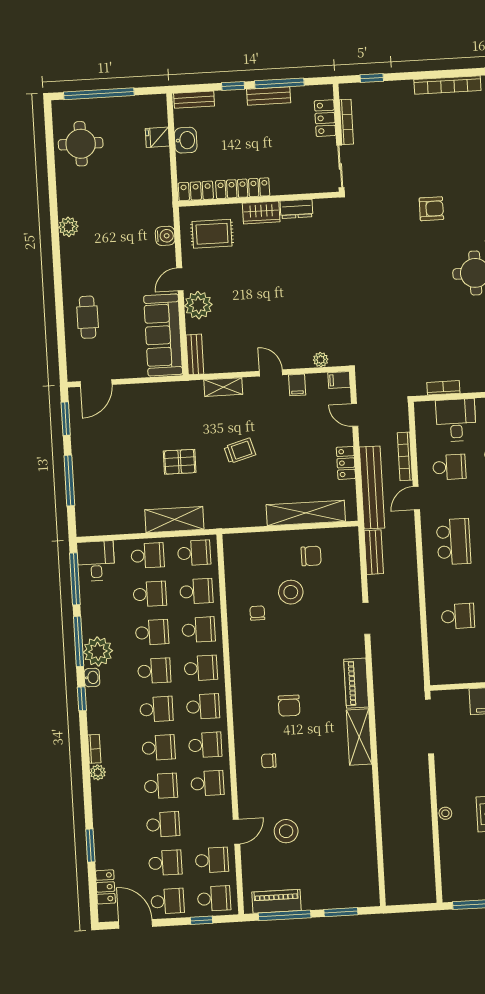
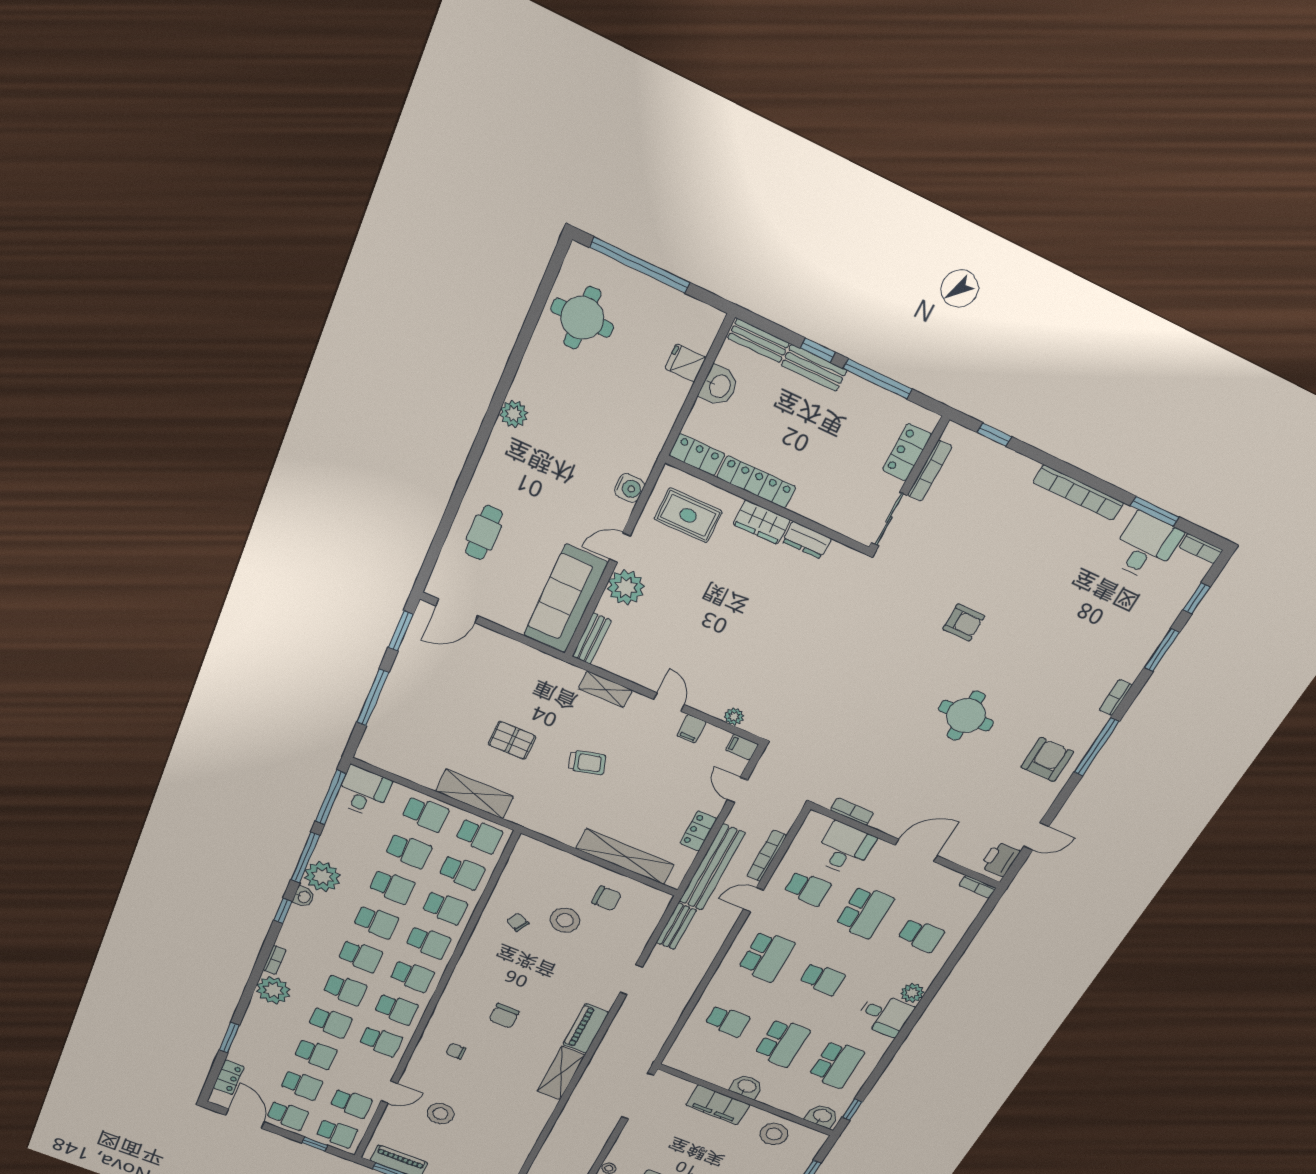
bench: (269, 96) -> (814, 368), moved
chair: (257, 613) -> (518, 922), turned -62
plant: (98, 772) -> (273, 990), width x1.87, depth x1.87

